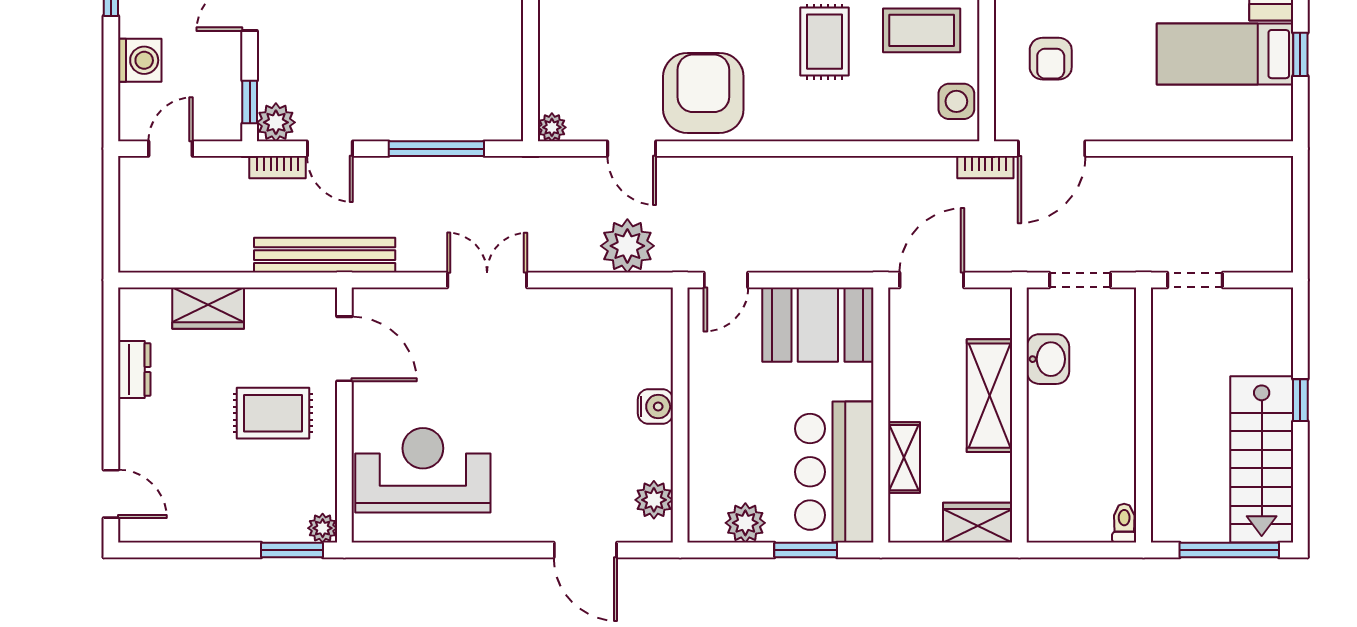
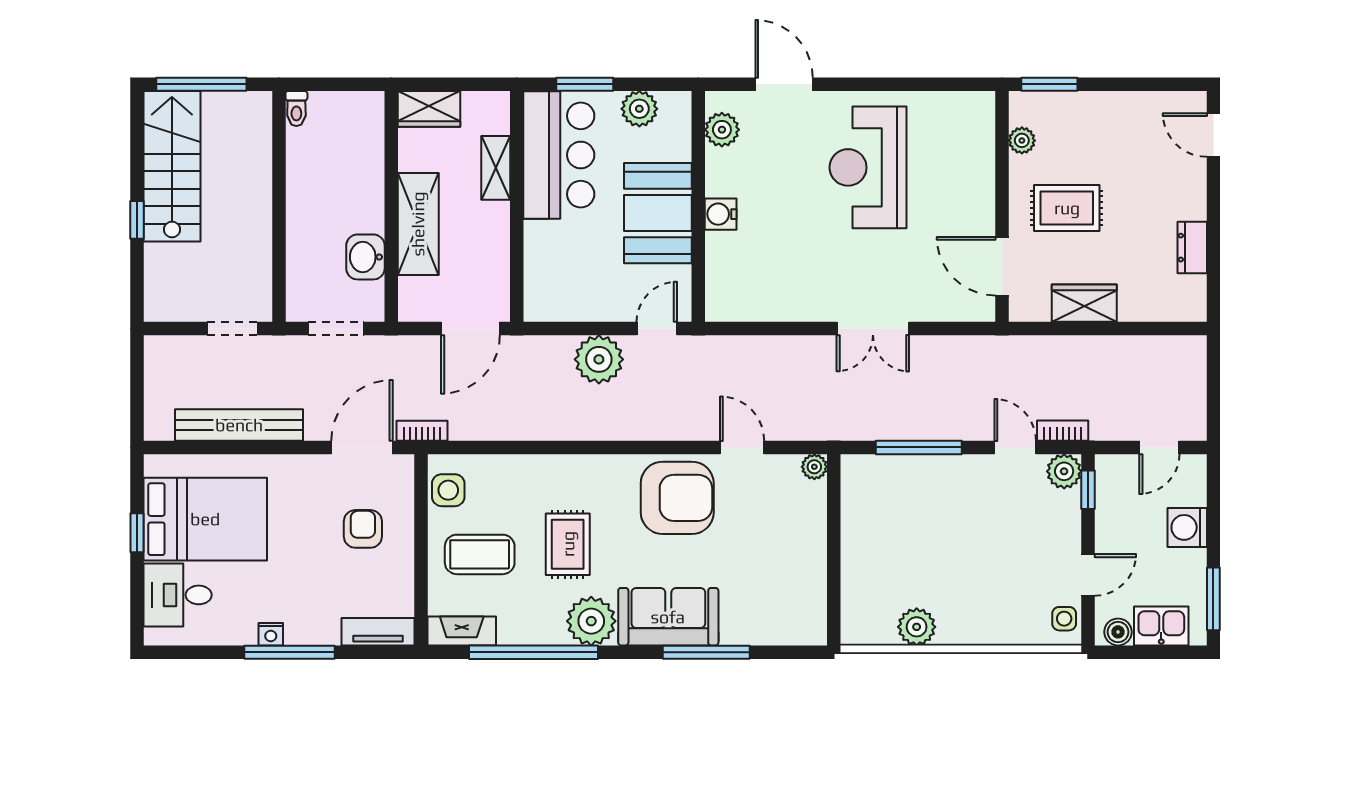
bed: (1225, 54) -> (205, 519), width x1.50
armchair: (703, 93) -> (677, 498), turned -90
plant: (627, 246) -> (599, 359), moved
bench: (325, 255) -> (239, 425), moved
wardrobe: (208, 308) -> (1084, 303), moved
booth: (818, 325) -> (658, 213), moved, turned 90
reception desk: (423, 470) -> (868, 167), moved, turned 90
plant: (323, 528) -> (1022, 140), moved

